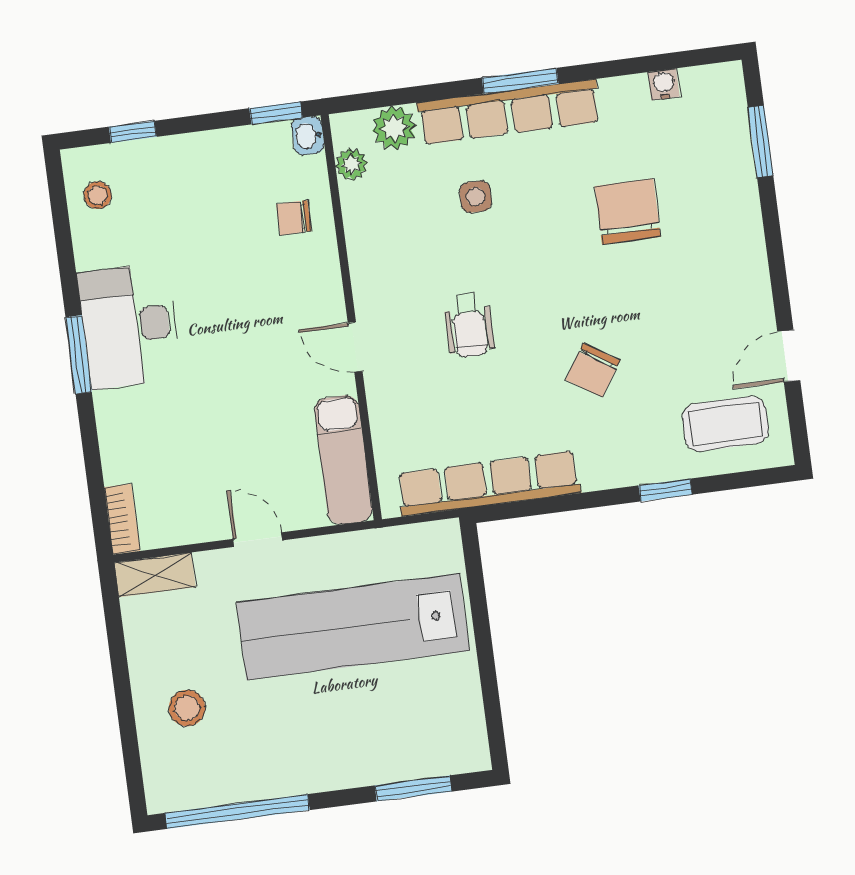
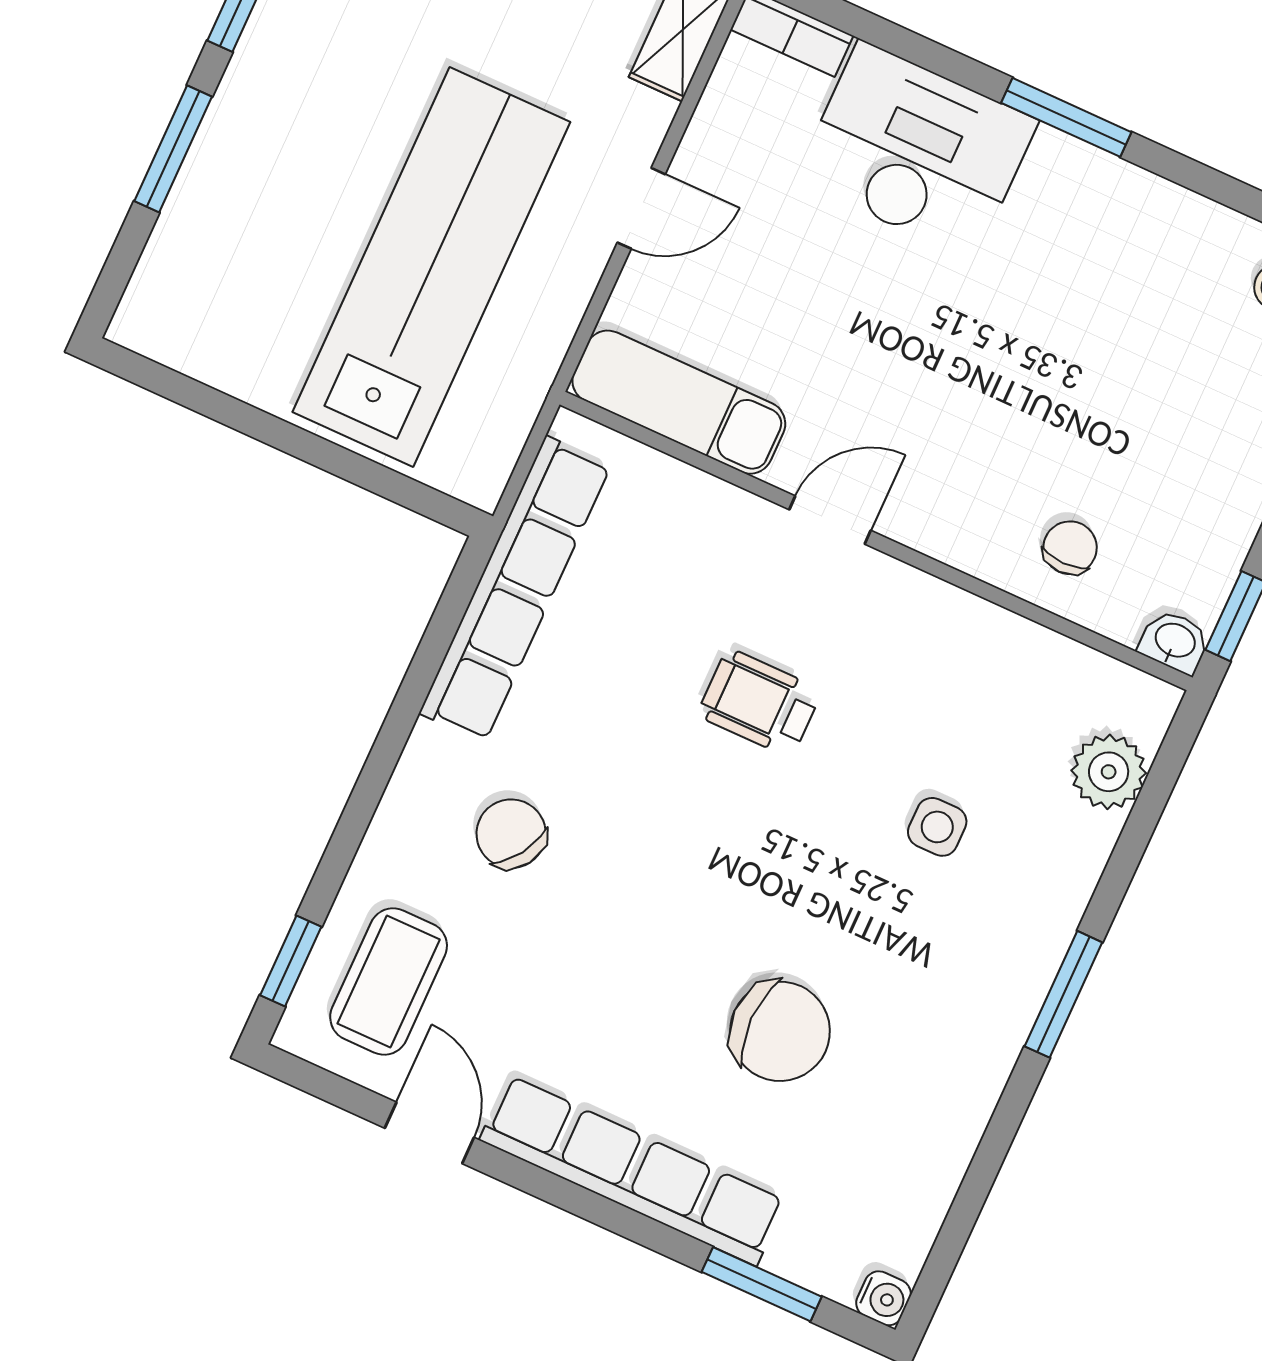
water cooler: (664, 84) -> (883, 1298), moved
row of seats: (509, 112) -> (633, 1171), moved, turned 90
plant: (351, 164) -> (1095, 678), removed
desk: (130, 326) -> (917, 150), moved
chair: (593, 370) -> (511, 834), moved
window: (665, 490) -> (291, 961), moved
window: (413, 788) -> (173, 149), moved

